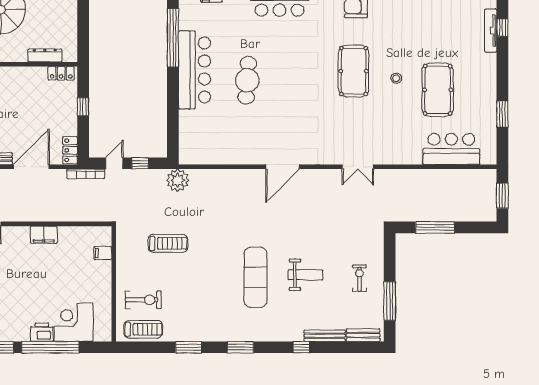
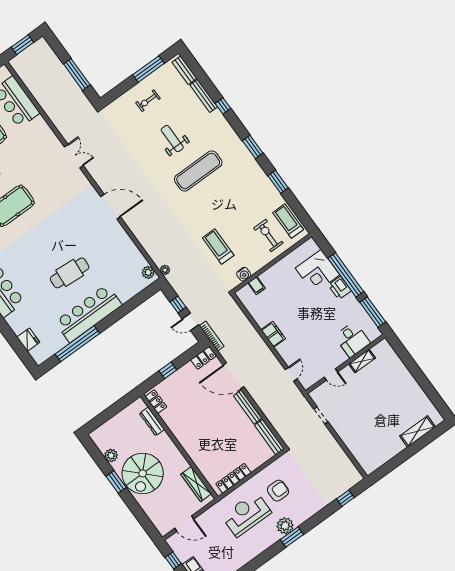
plant: (192, 157) -> (148, 272), added
plant: (178, 180) -> (165, 270), width x0.53, depth x0.53
water cooler: (123, 249) -> (244, 274), added

